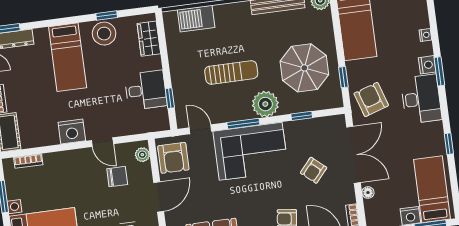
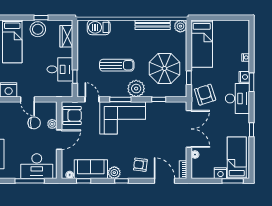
plant: (142, 155) -> (52, 124), moved
armchair: (173, 158) -> (72, 116), turned -90
armchair: (314, 170) -> (162, 135), removed

